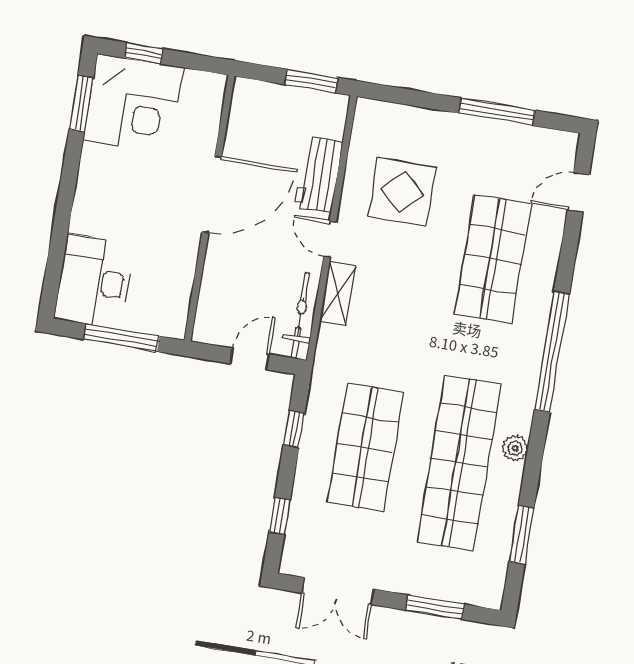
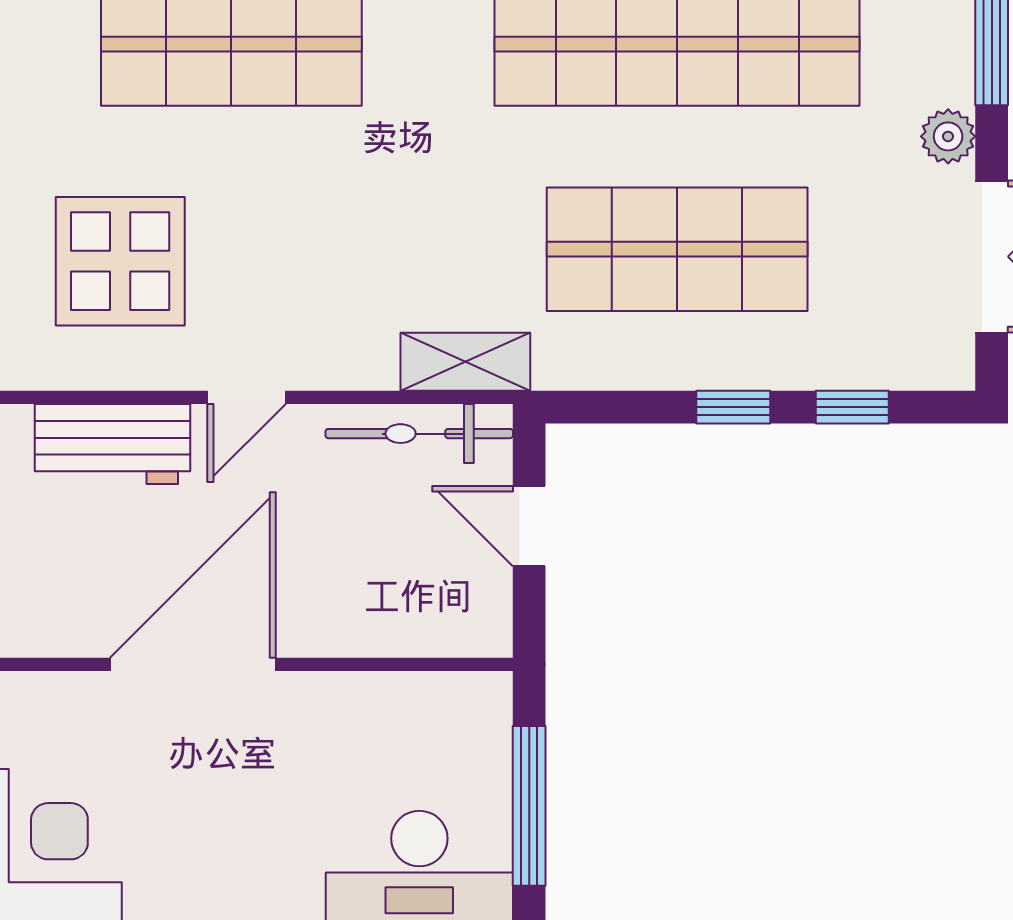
door: (212, 194) -> (193, 664), hinge flipped
shelving: (338, 294) -> (465, 362), moved
window: (294, 429) -> (733, 407), moved
plant: (396, 580) -> (948, 136), added

